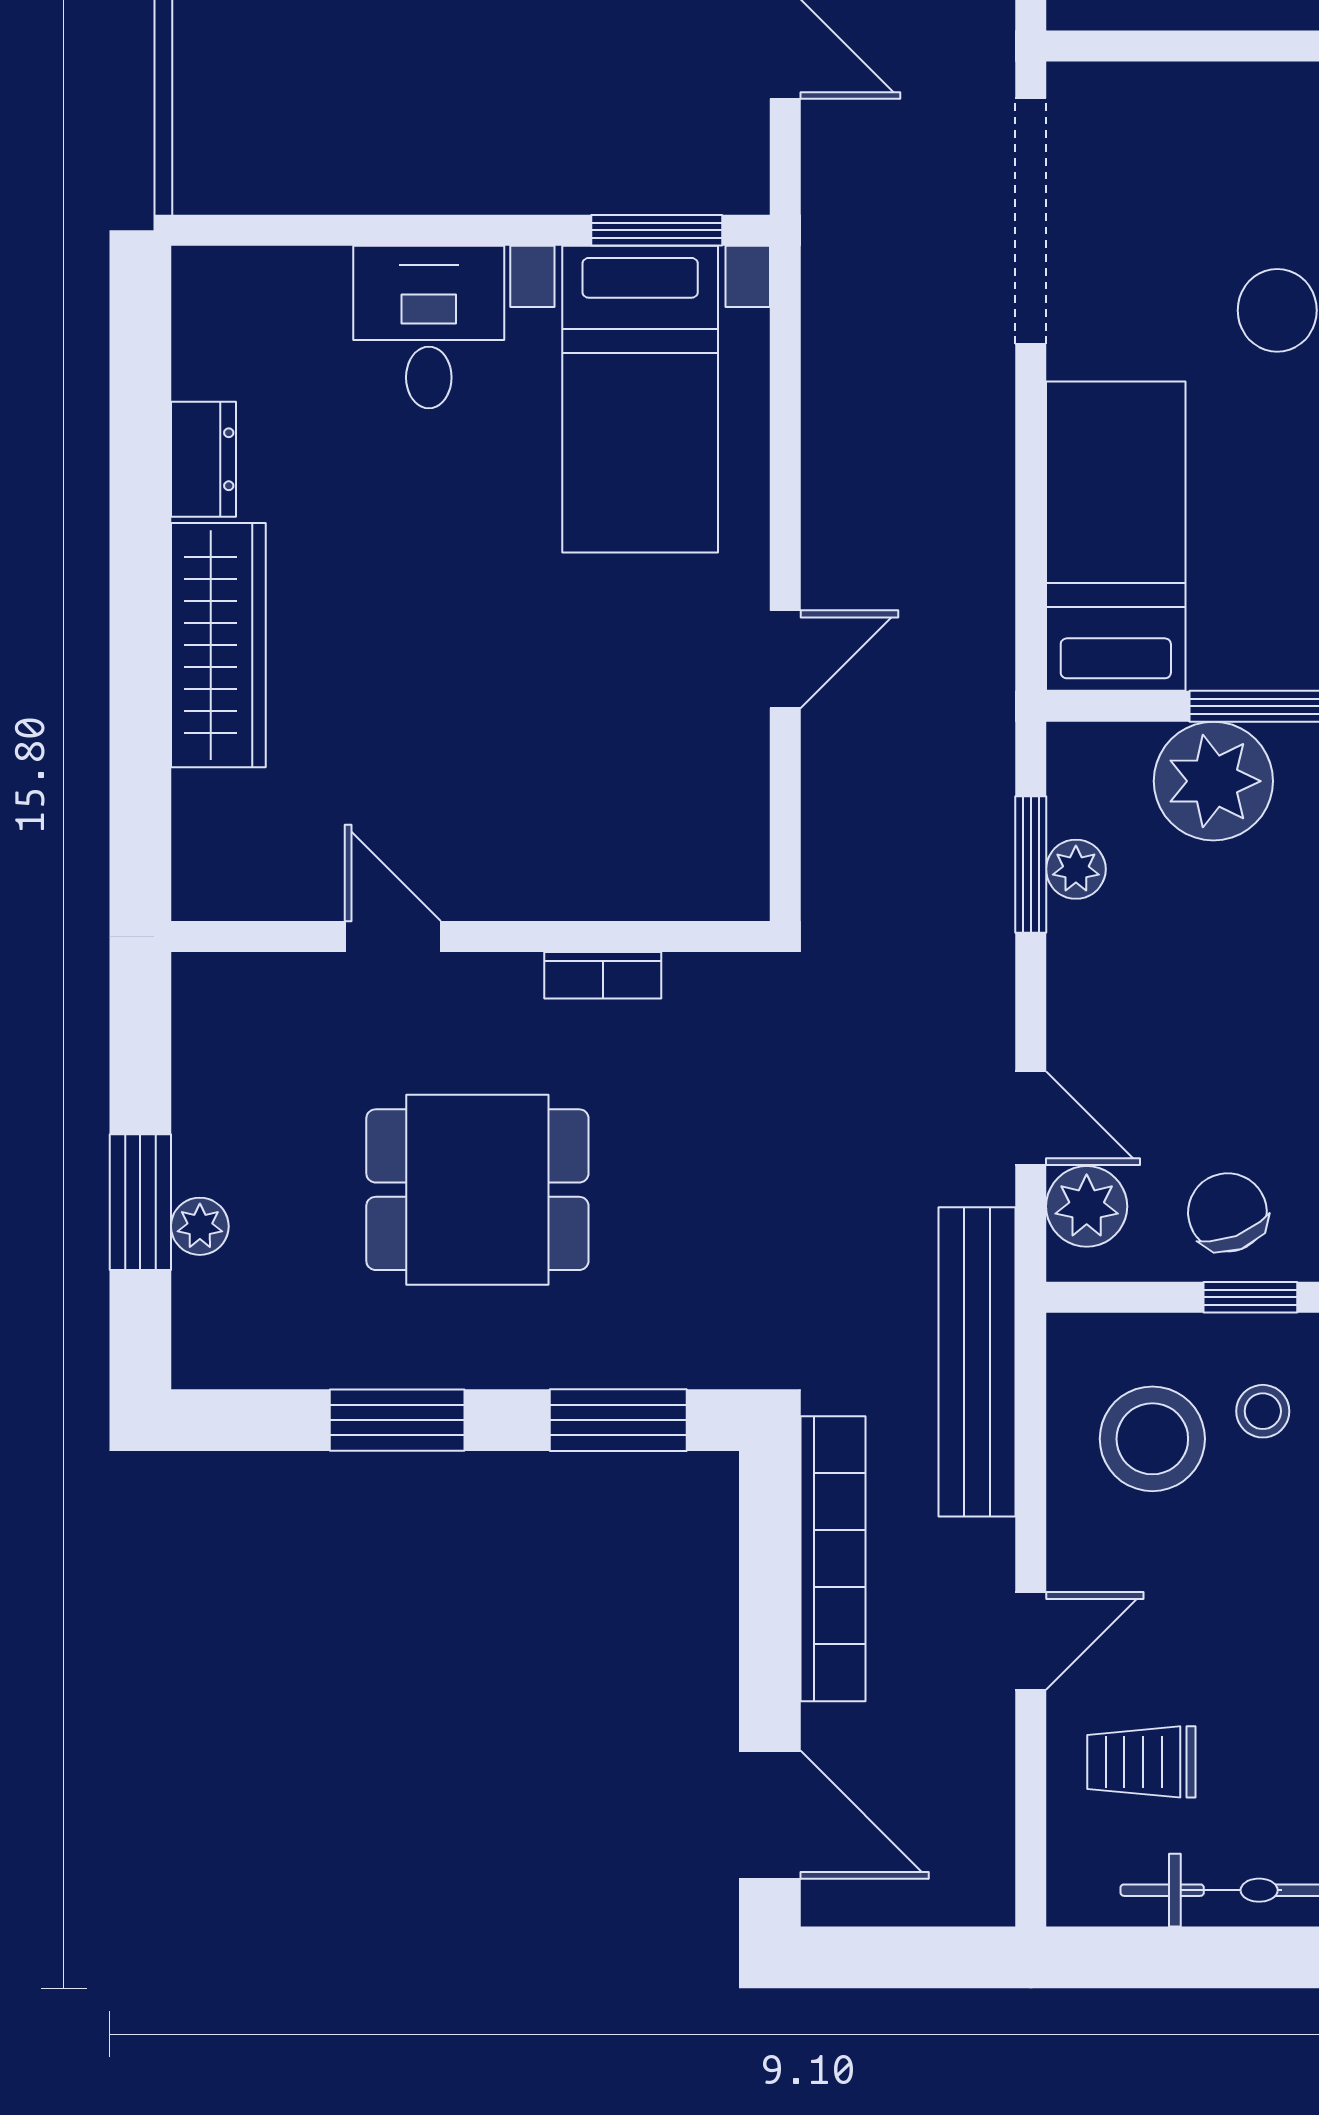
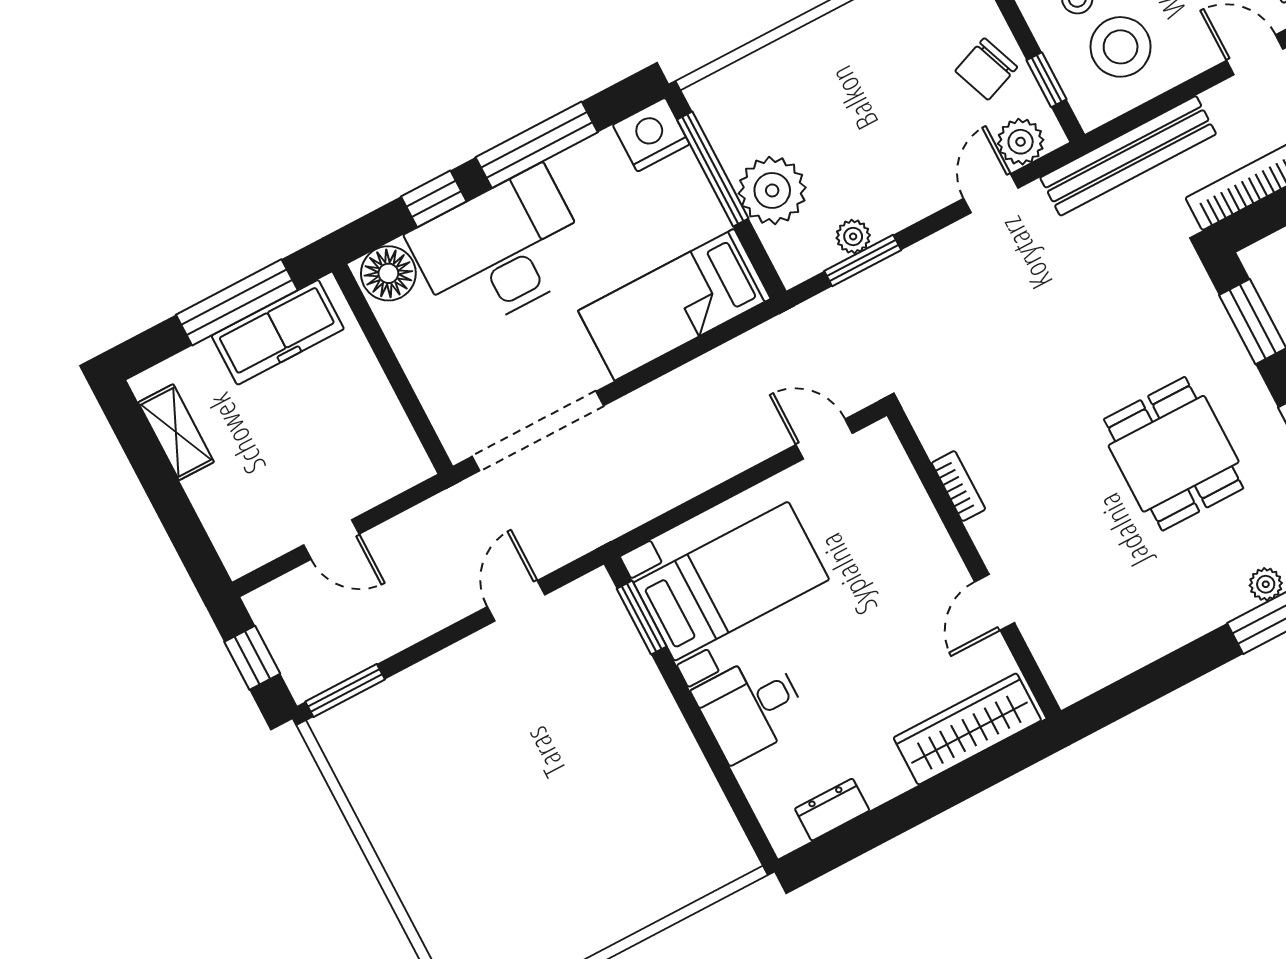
dresser: (203, 459) -> (832, 810), moved
door: (393, 936) -> (995, 602), moved
wall: (470, 936) -> (974, 563), moved
bookcase: (603, 975) -> (958, 486), moved
window: (1250, 1297) -> (1047, 80), moved

